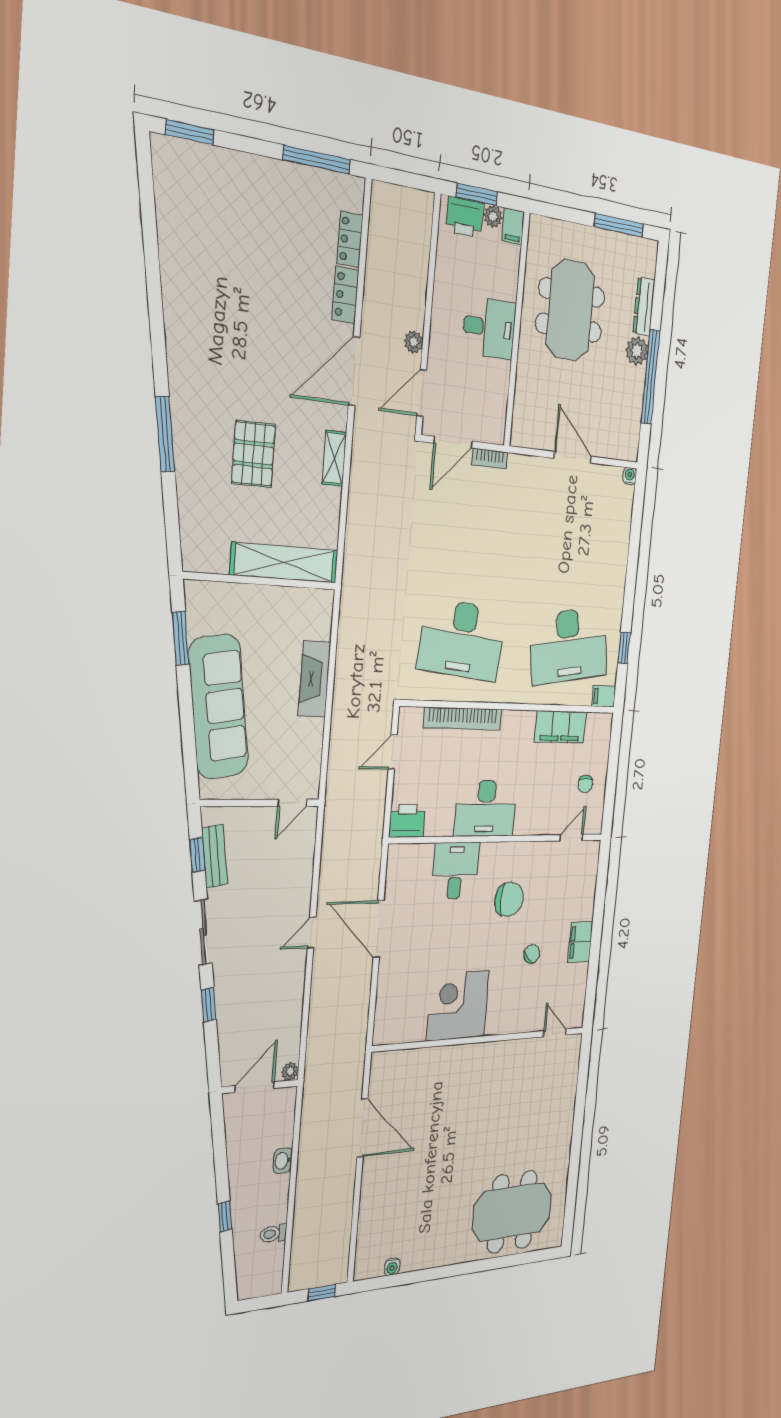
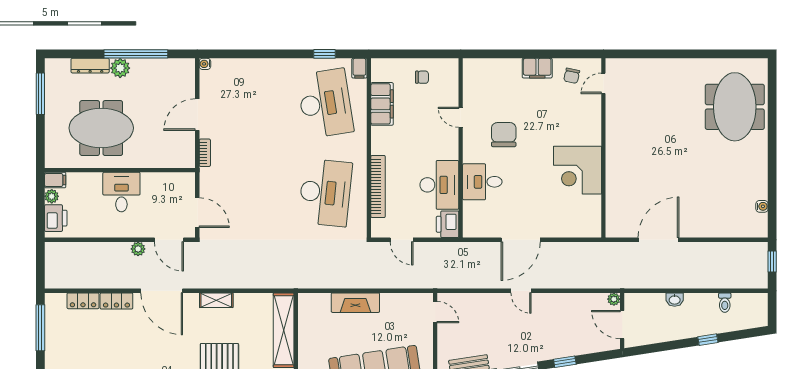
window: (477, 195) -> (40, 210), removed
bookcase: (490, 458) -> (205, 153), moved
desk: (486, 808) -> (439, 185), moved
door: (571, 838) -> (461, 117), moved
chair: (532, 954) -> (572, 76), moved, turned -121

